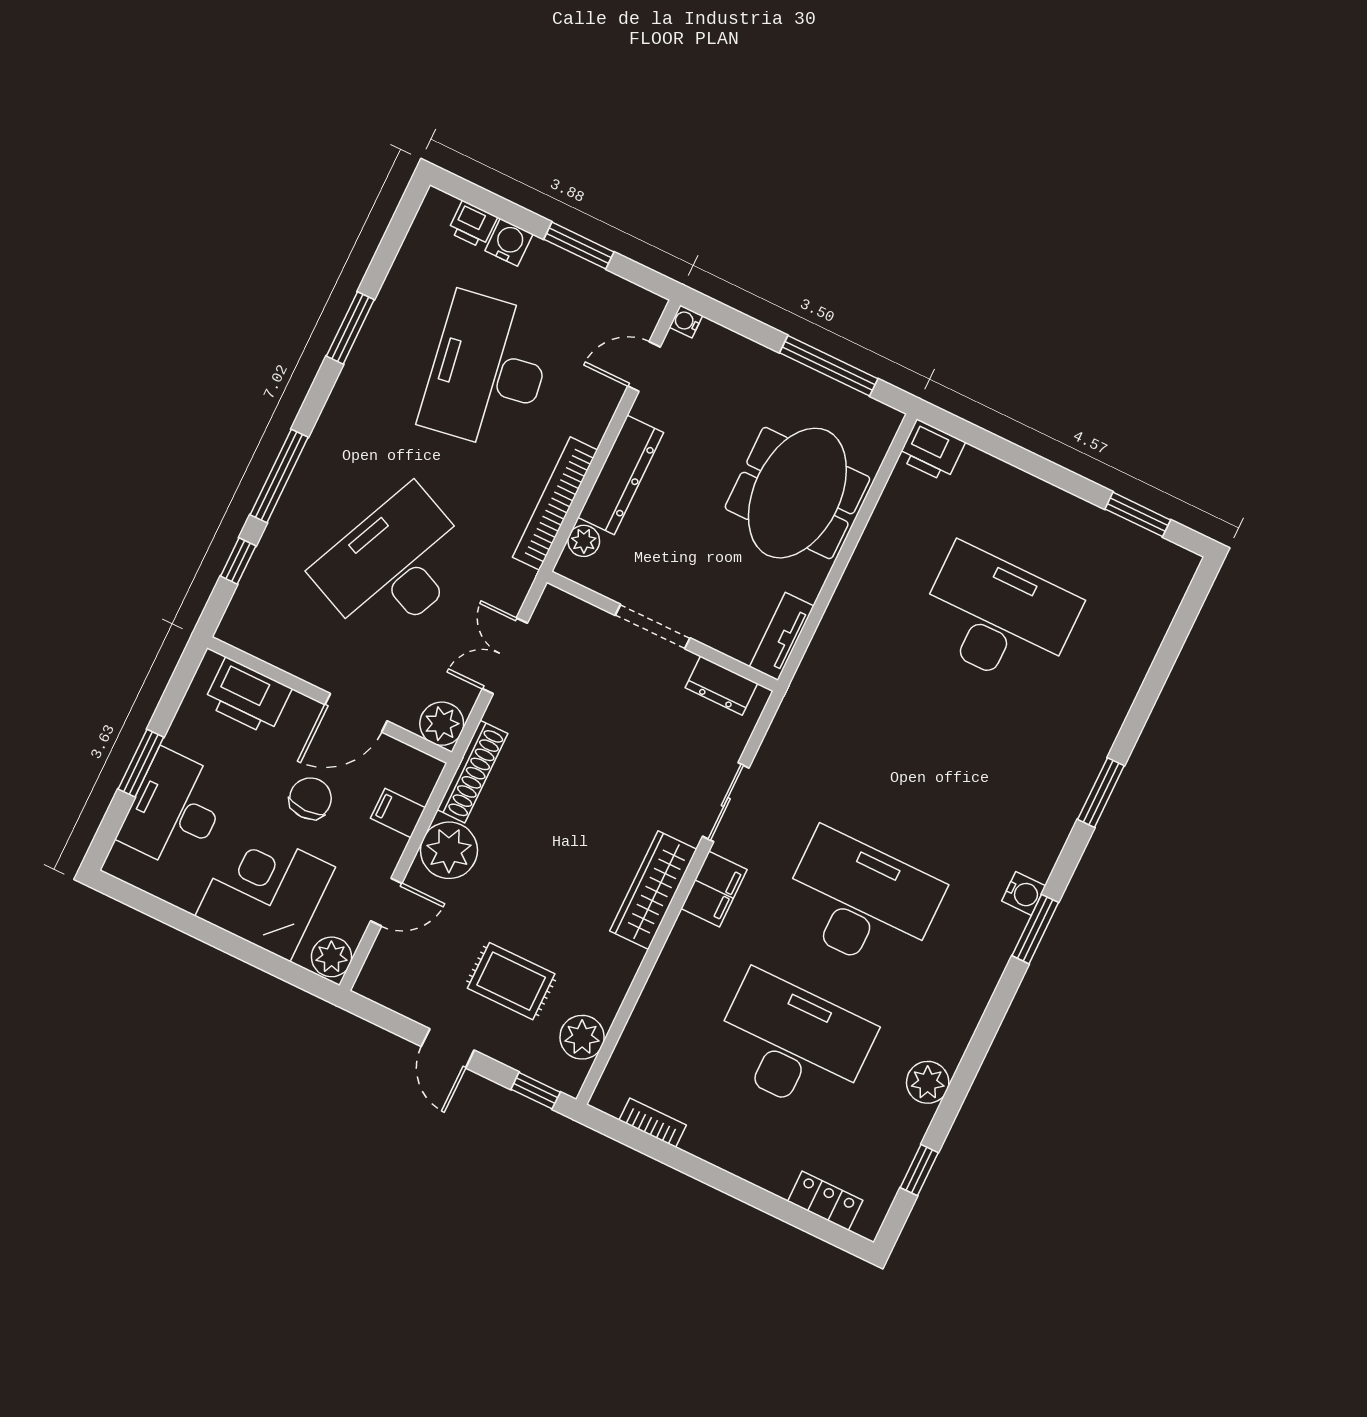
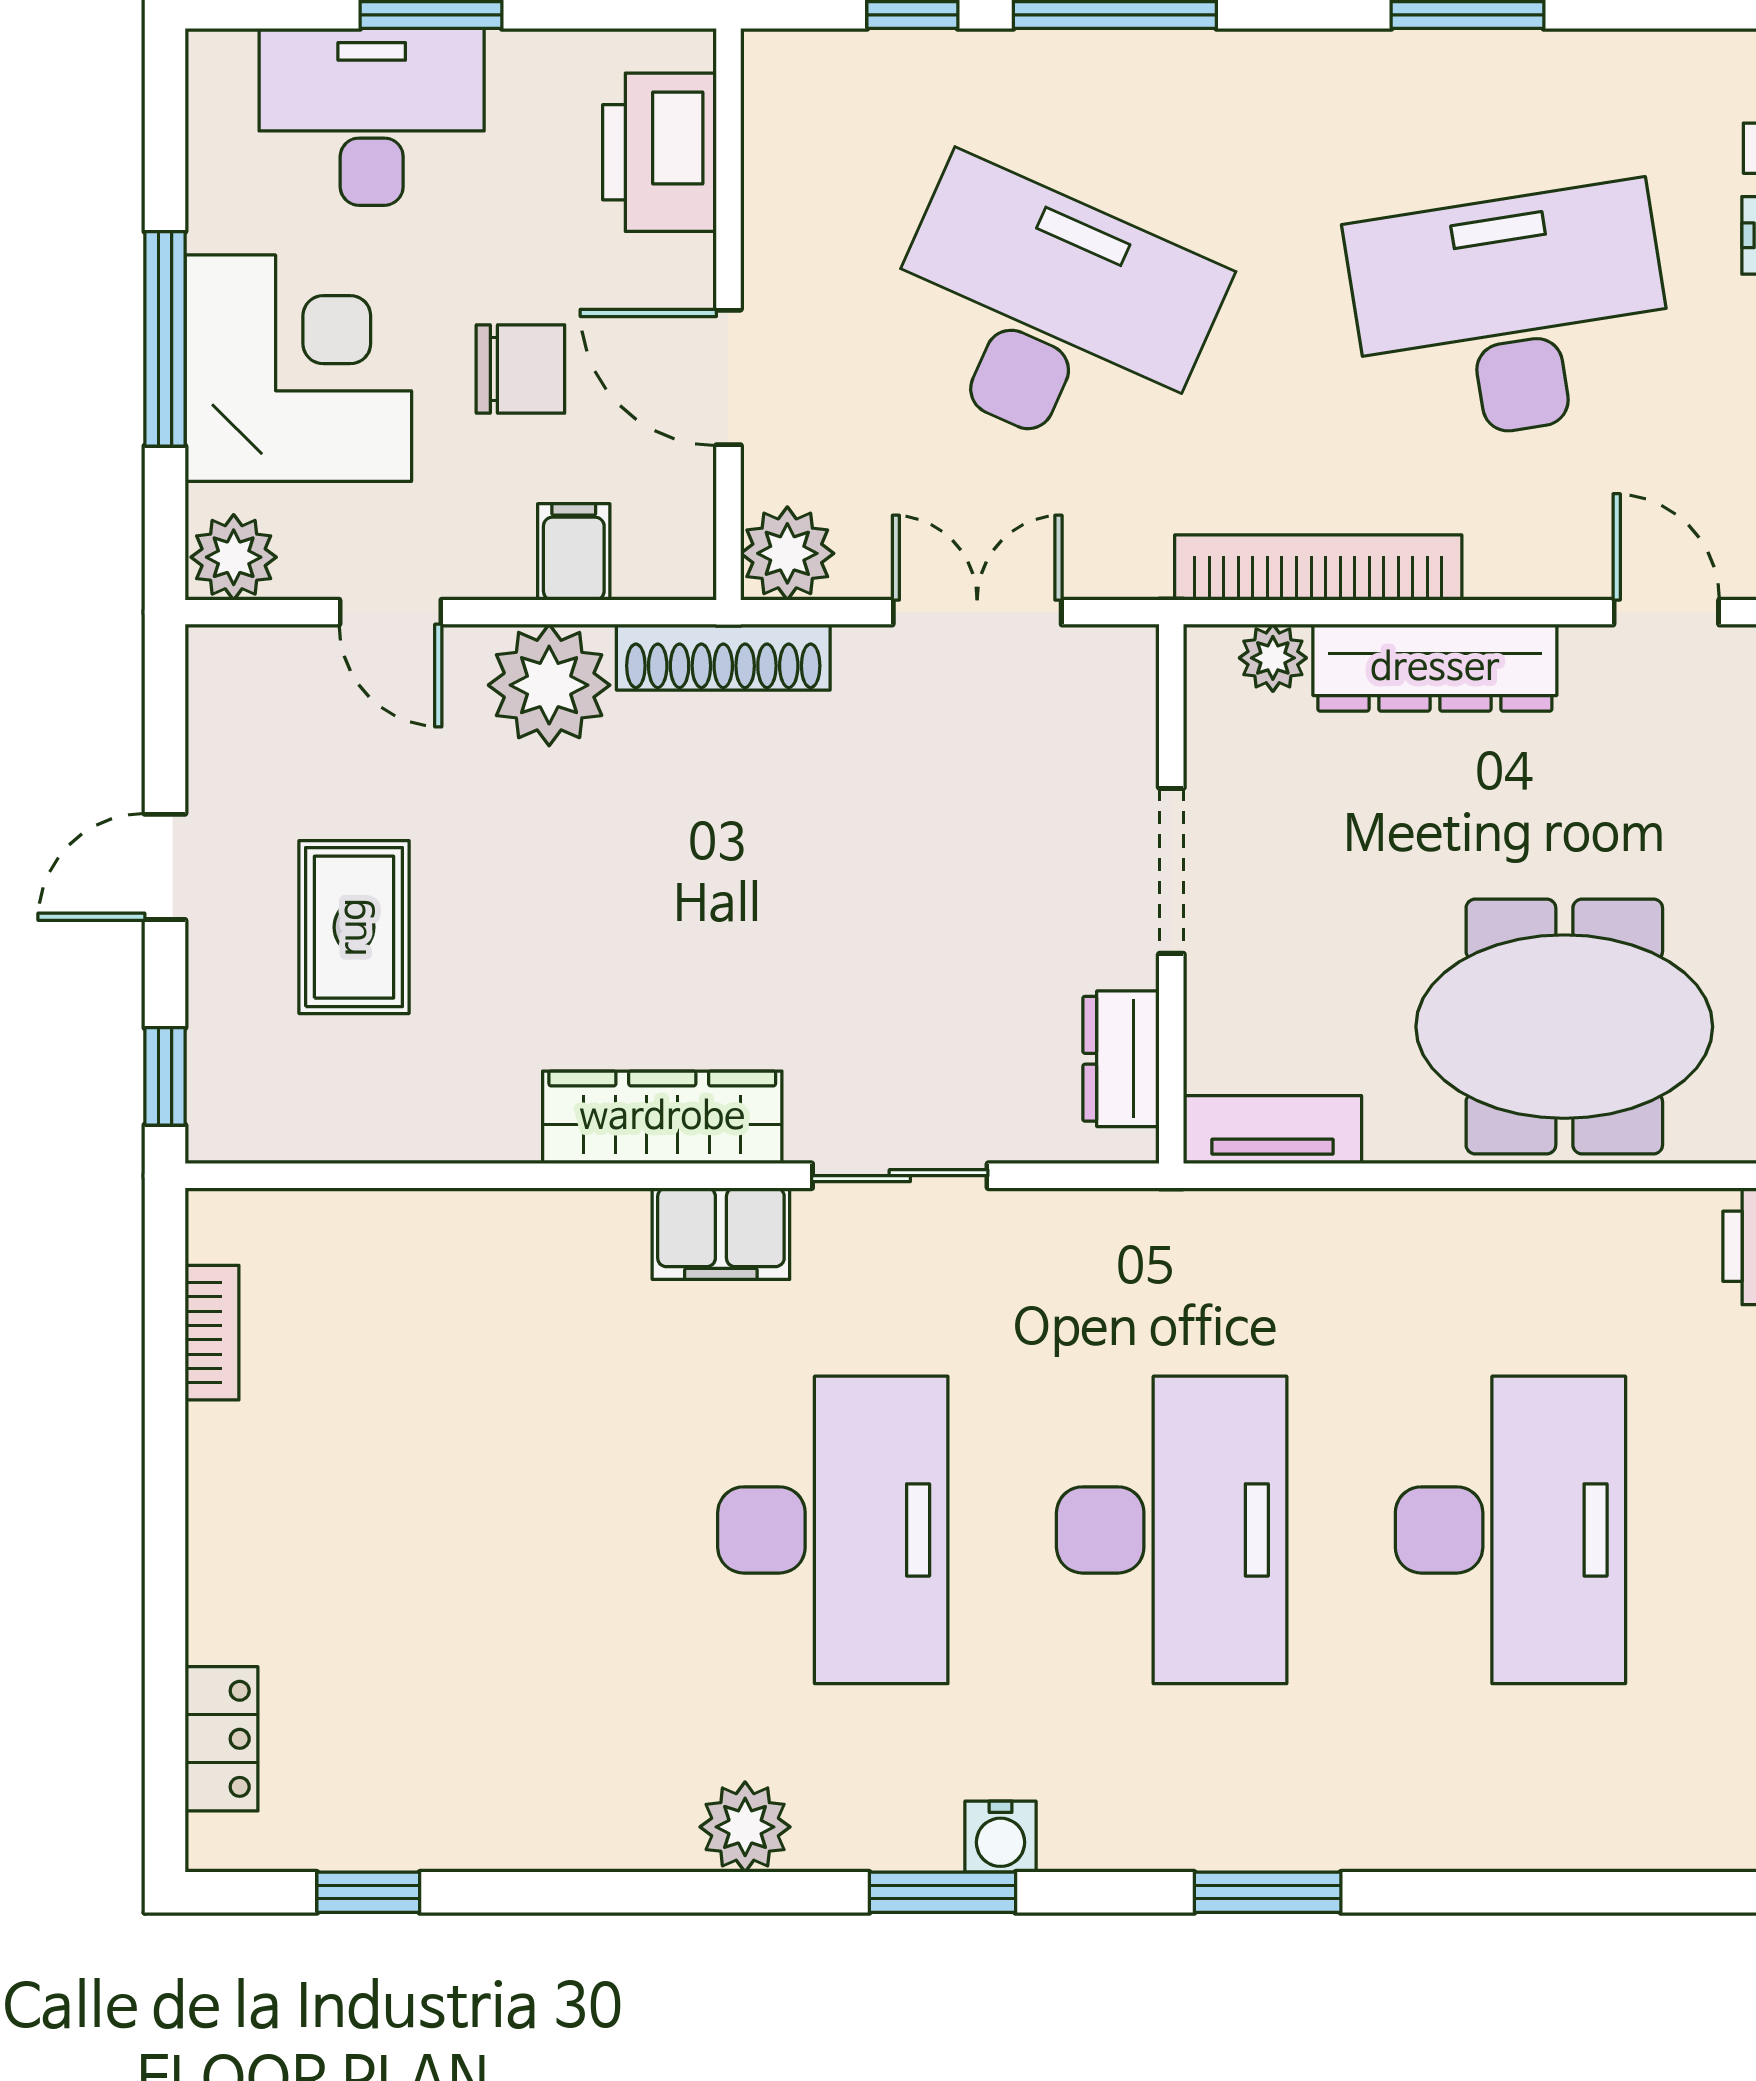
window: (226, 942) -> (165, 339), added
plant: (582, 1037) -> (311, 1116), removed
desk: (793, 1044) -> (1172, 1530), moved
plant: (928, 1082) -> (745, 1827), moved

